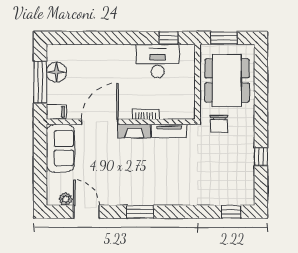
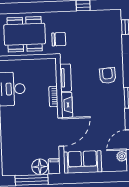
floor lamp: (56, 72) -> (40, 167), moved
door: (100, 122) -> (61, 132), swing flipped
armchair: (170, 185) -> (108, 76), added

